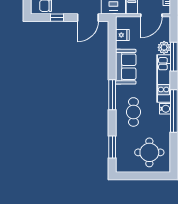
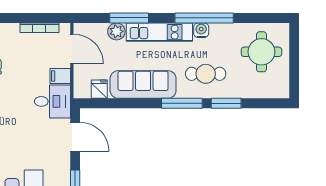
sofa: (126, 67) -> (143, 84), width x1.36
window: (112, 147) -> (226, 103), moved

